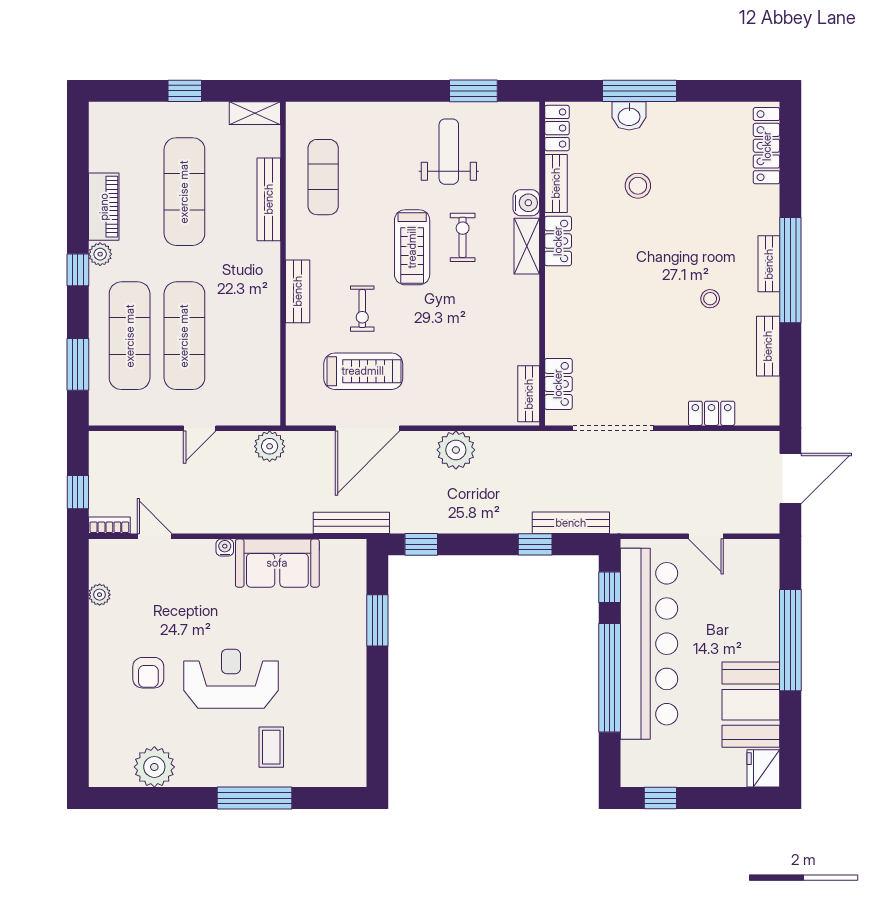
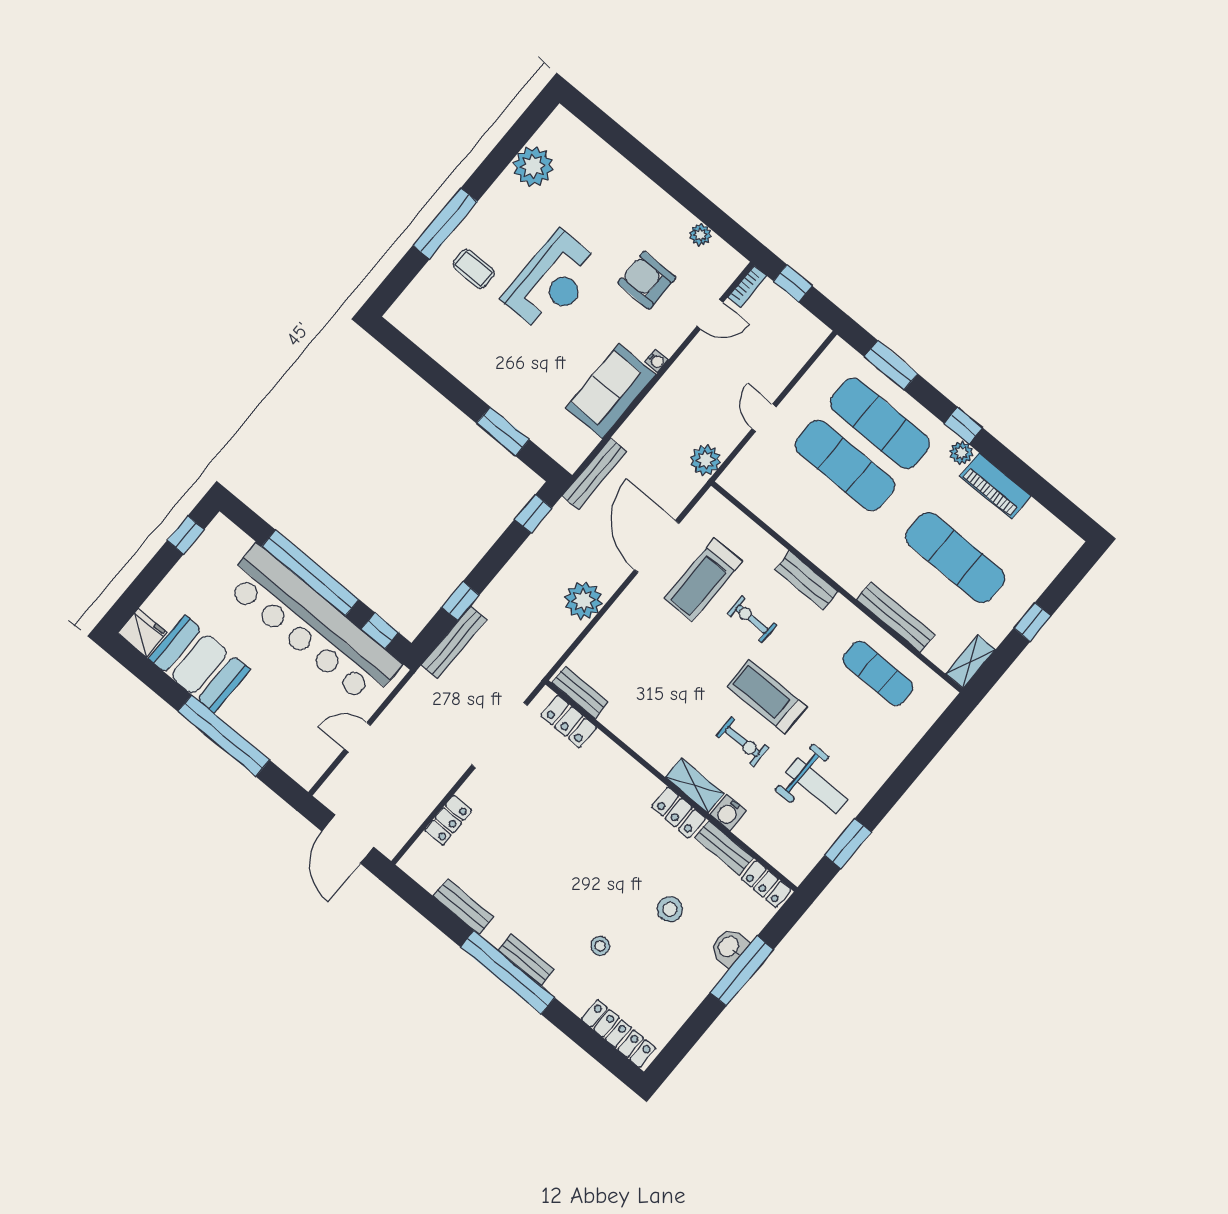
stool: (710, 299) -> (600, 946), moved
armchair: (148, 673) -> (647, 280), moved, width x1.38, depth x1.38

